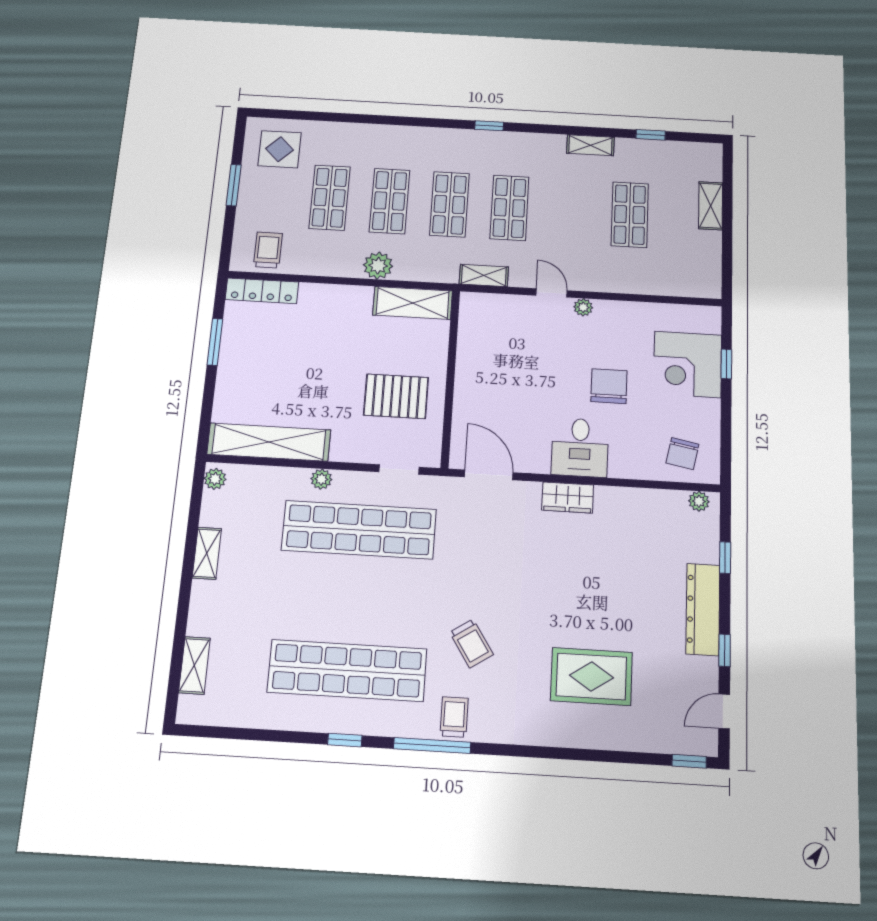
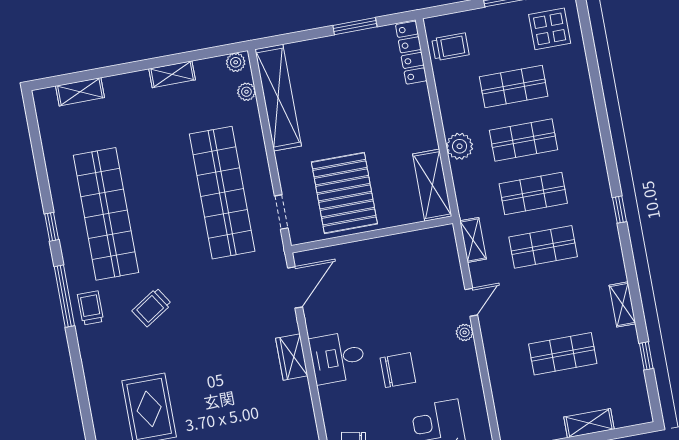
pallet: (396, 396) -> (344, 193), width x1.37, depth x1.41
plant: (321, 479) -> (246, 92), moved
trolley: (454, 717) -> (91, 308), turned -90

